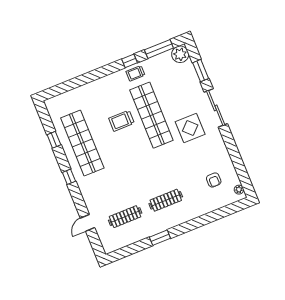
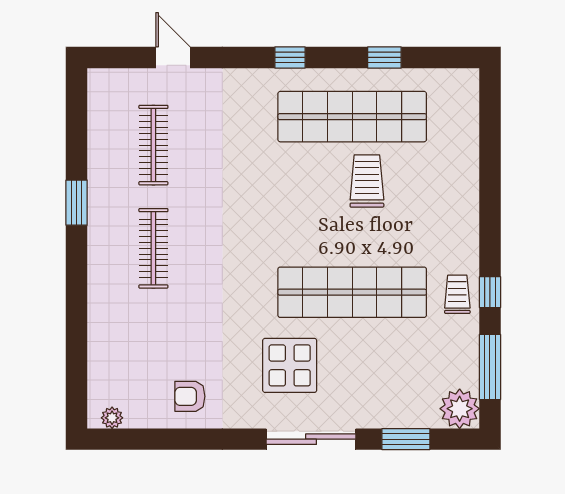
trolley: (122, 121) -> (367, 181), moved
armchair: (214, 180) -> (190, 396), moved

